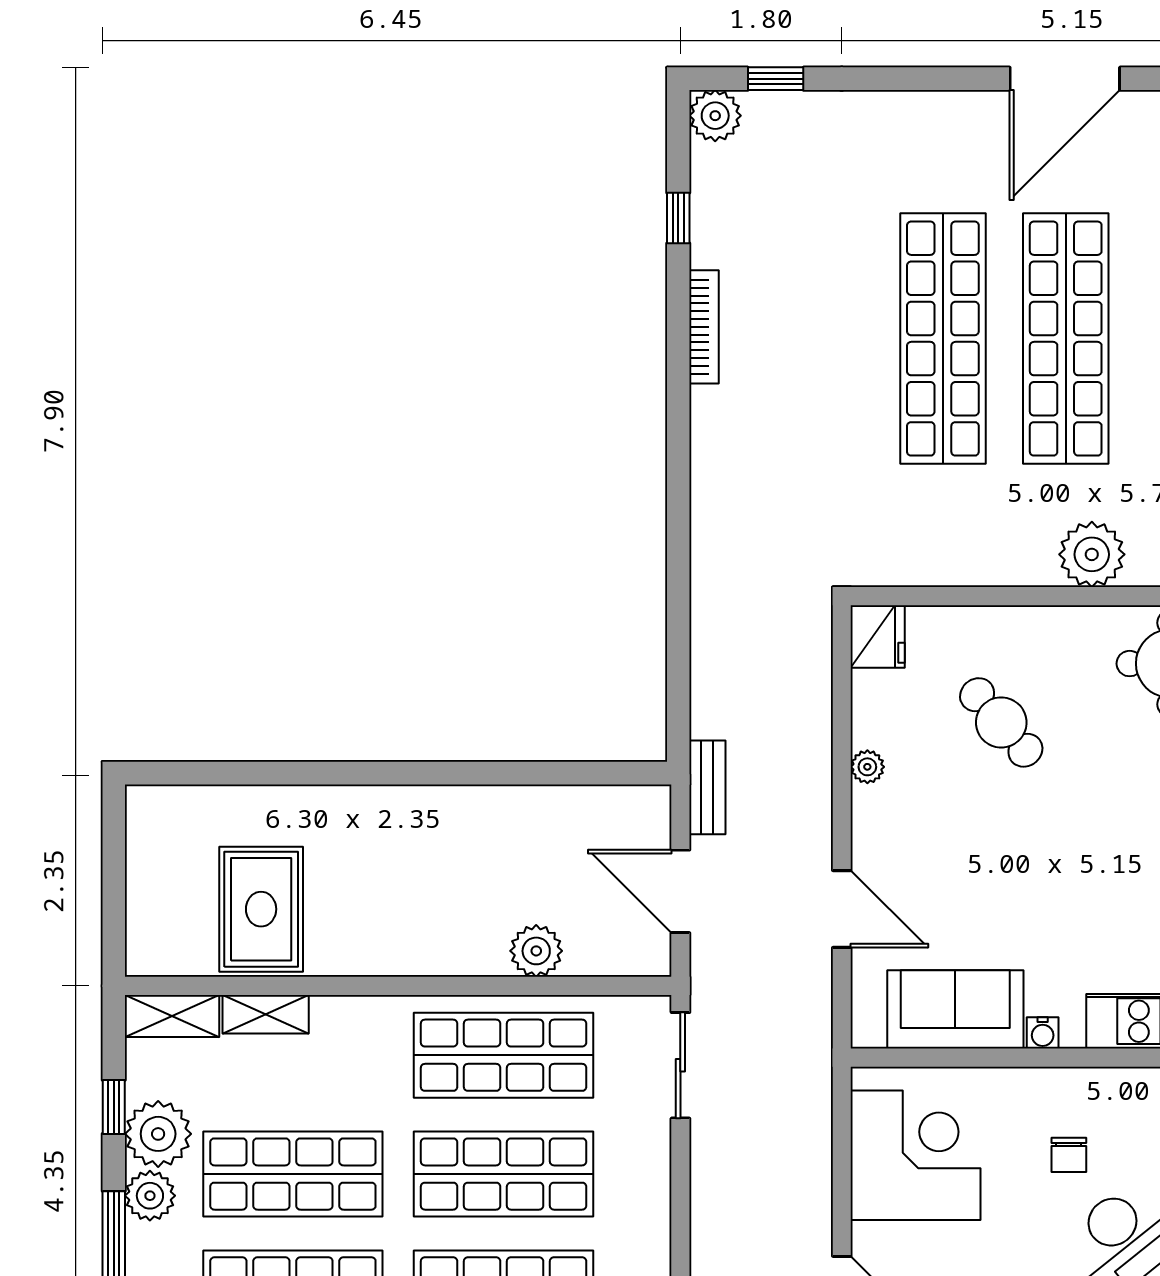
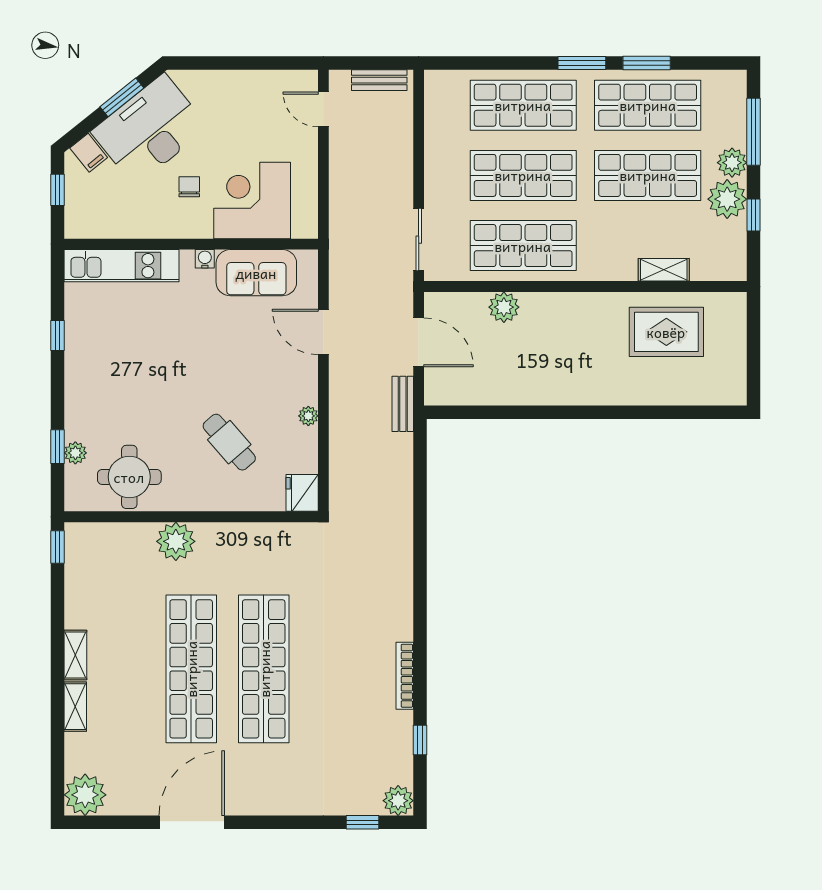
rug: (261, 909) -> (666, 332), turned 90
shelving: (172, 1016) -> (719, 269), removed
corner desk: (916, 1155) -> (252, 201), moved, turned 90

